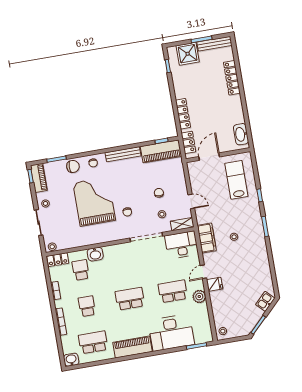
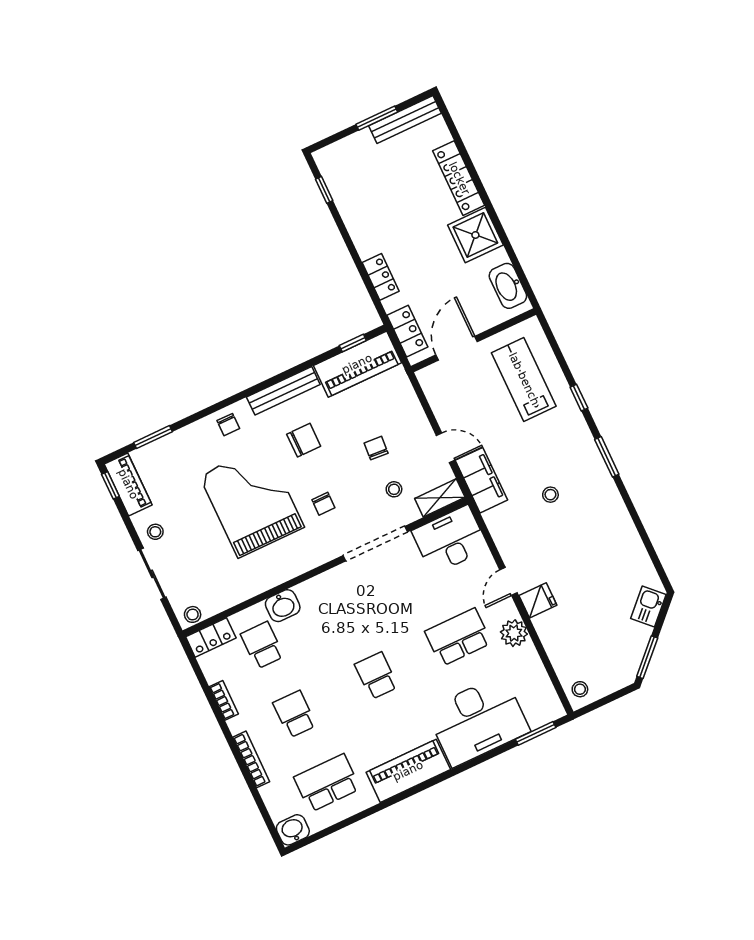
shower: (188, 54) -> (475, 235), moved
locker: (183, 114) -> (381, 277), width x0.66
chair: (73, 166) -> (304, 440), moved
filing cabinet: (207, 238) -> (481, 480), moved
school desk: (130, 299) -> (376, 676), width x0.54

